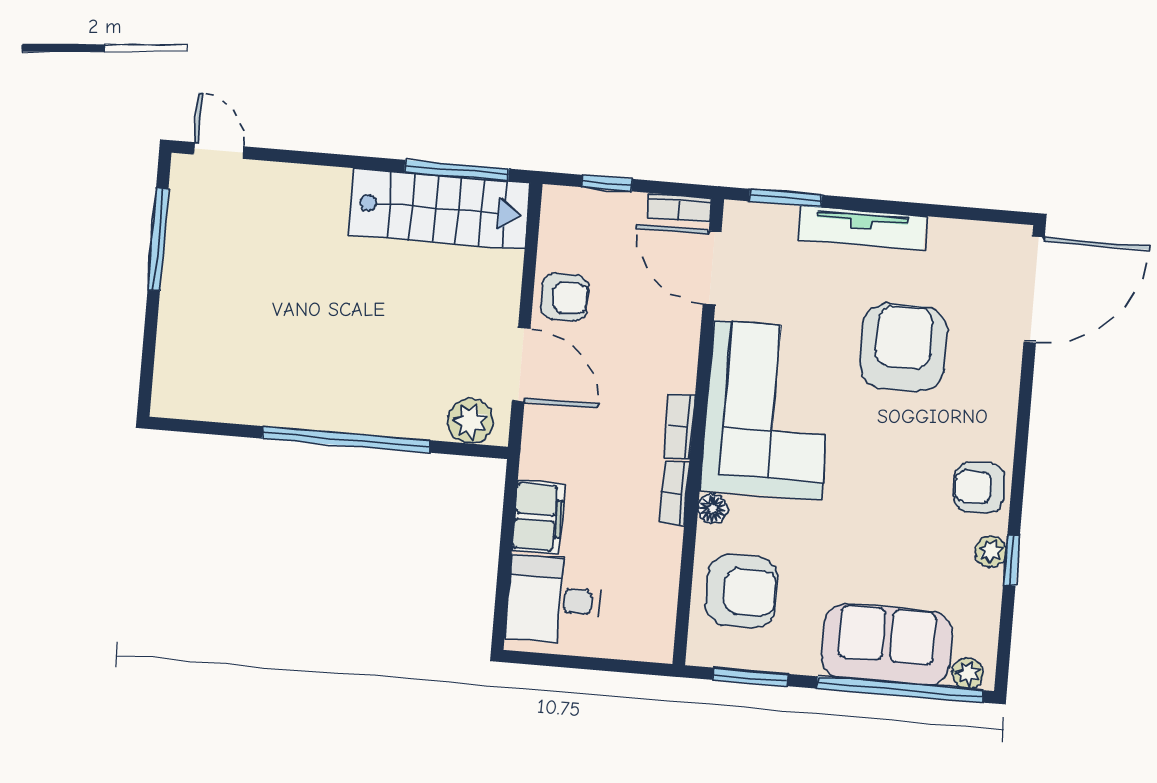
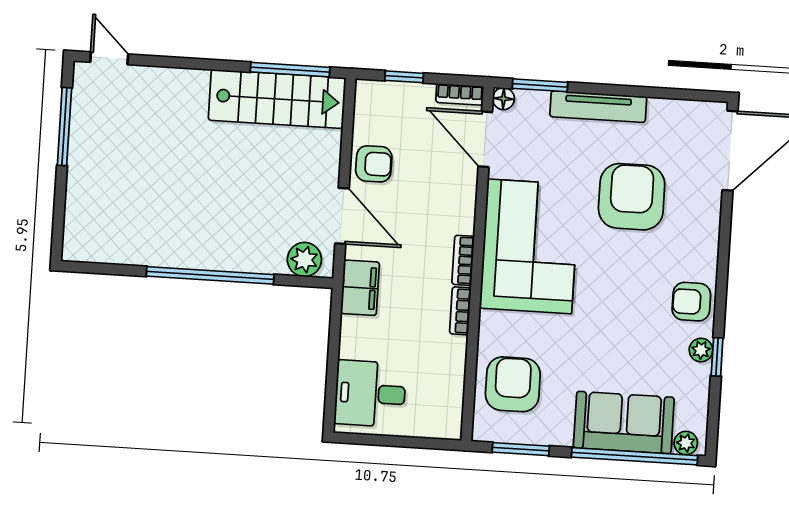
floor lamp: (713, 509) -> (504, 99), moved
filing cabinet: (538, 517) -> (360, 288), moved
armchair: (742, 591) -> (513, 384), turned -90

